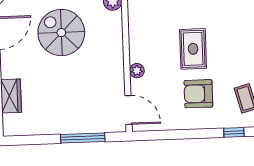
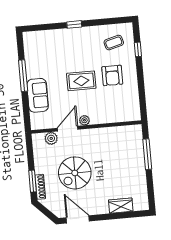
plant: (137, 71) -> (84, 120), moved
door: (128, 110) -> (68, 129), moved

